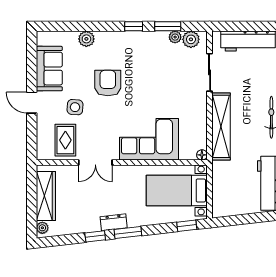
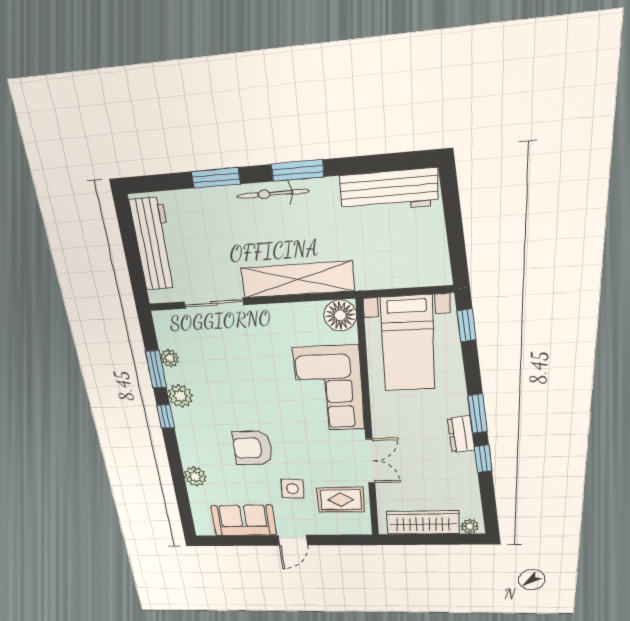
plant: (191, 39) -> (180, 396), moved
floor lamp: (202, 155) -> (340, 315), width x1.89, depth x1.89

